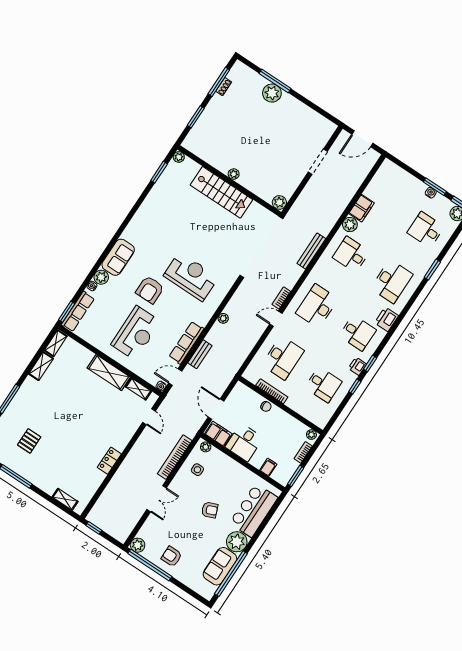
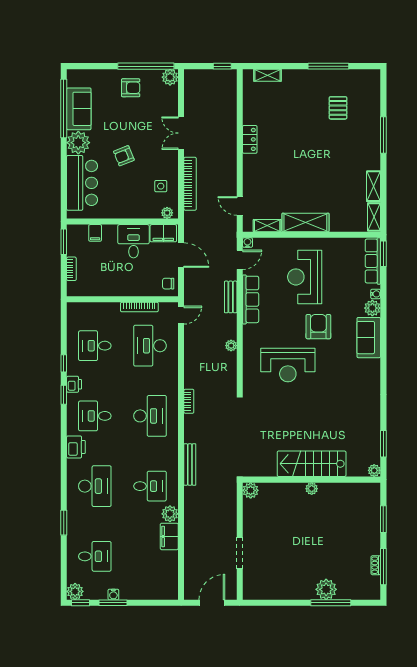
desk: (392, 281) -> (95, 486), turned 180
door: (276, 319) -> (181, 315), moved
chair: (266, 406) -> (168, 284), moved
plant: (311, 435) -> (75, 291), removed

